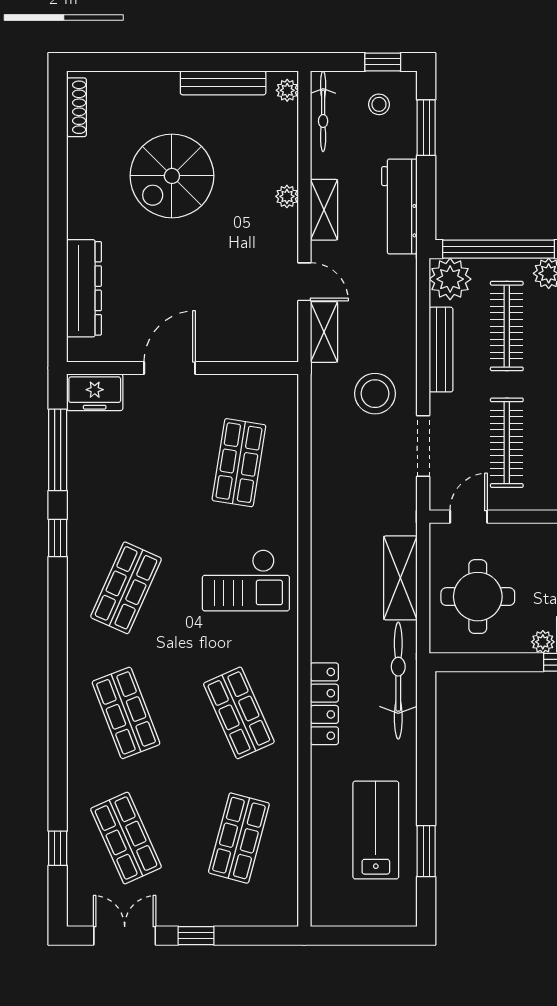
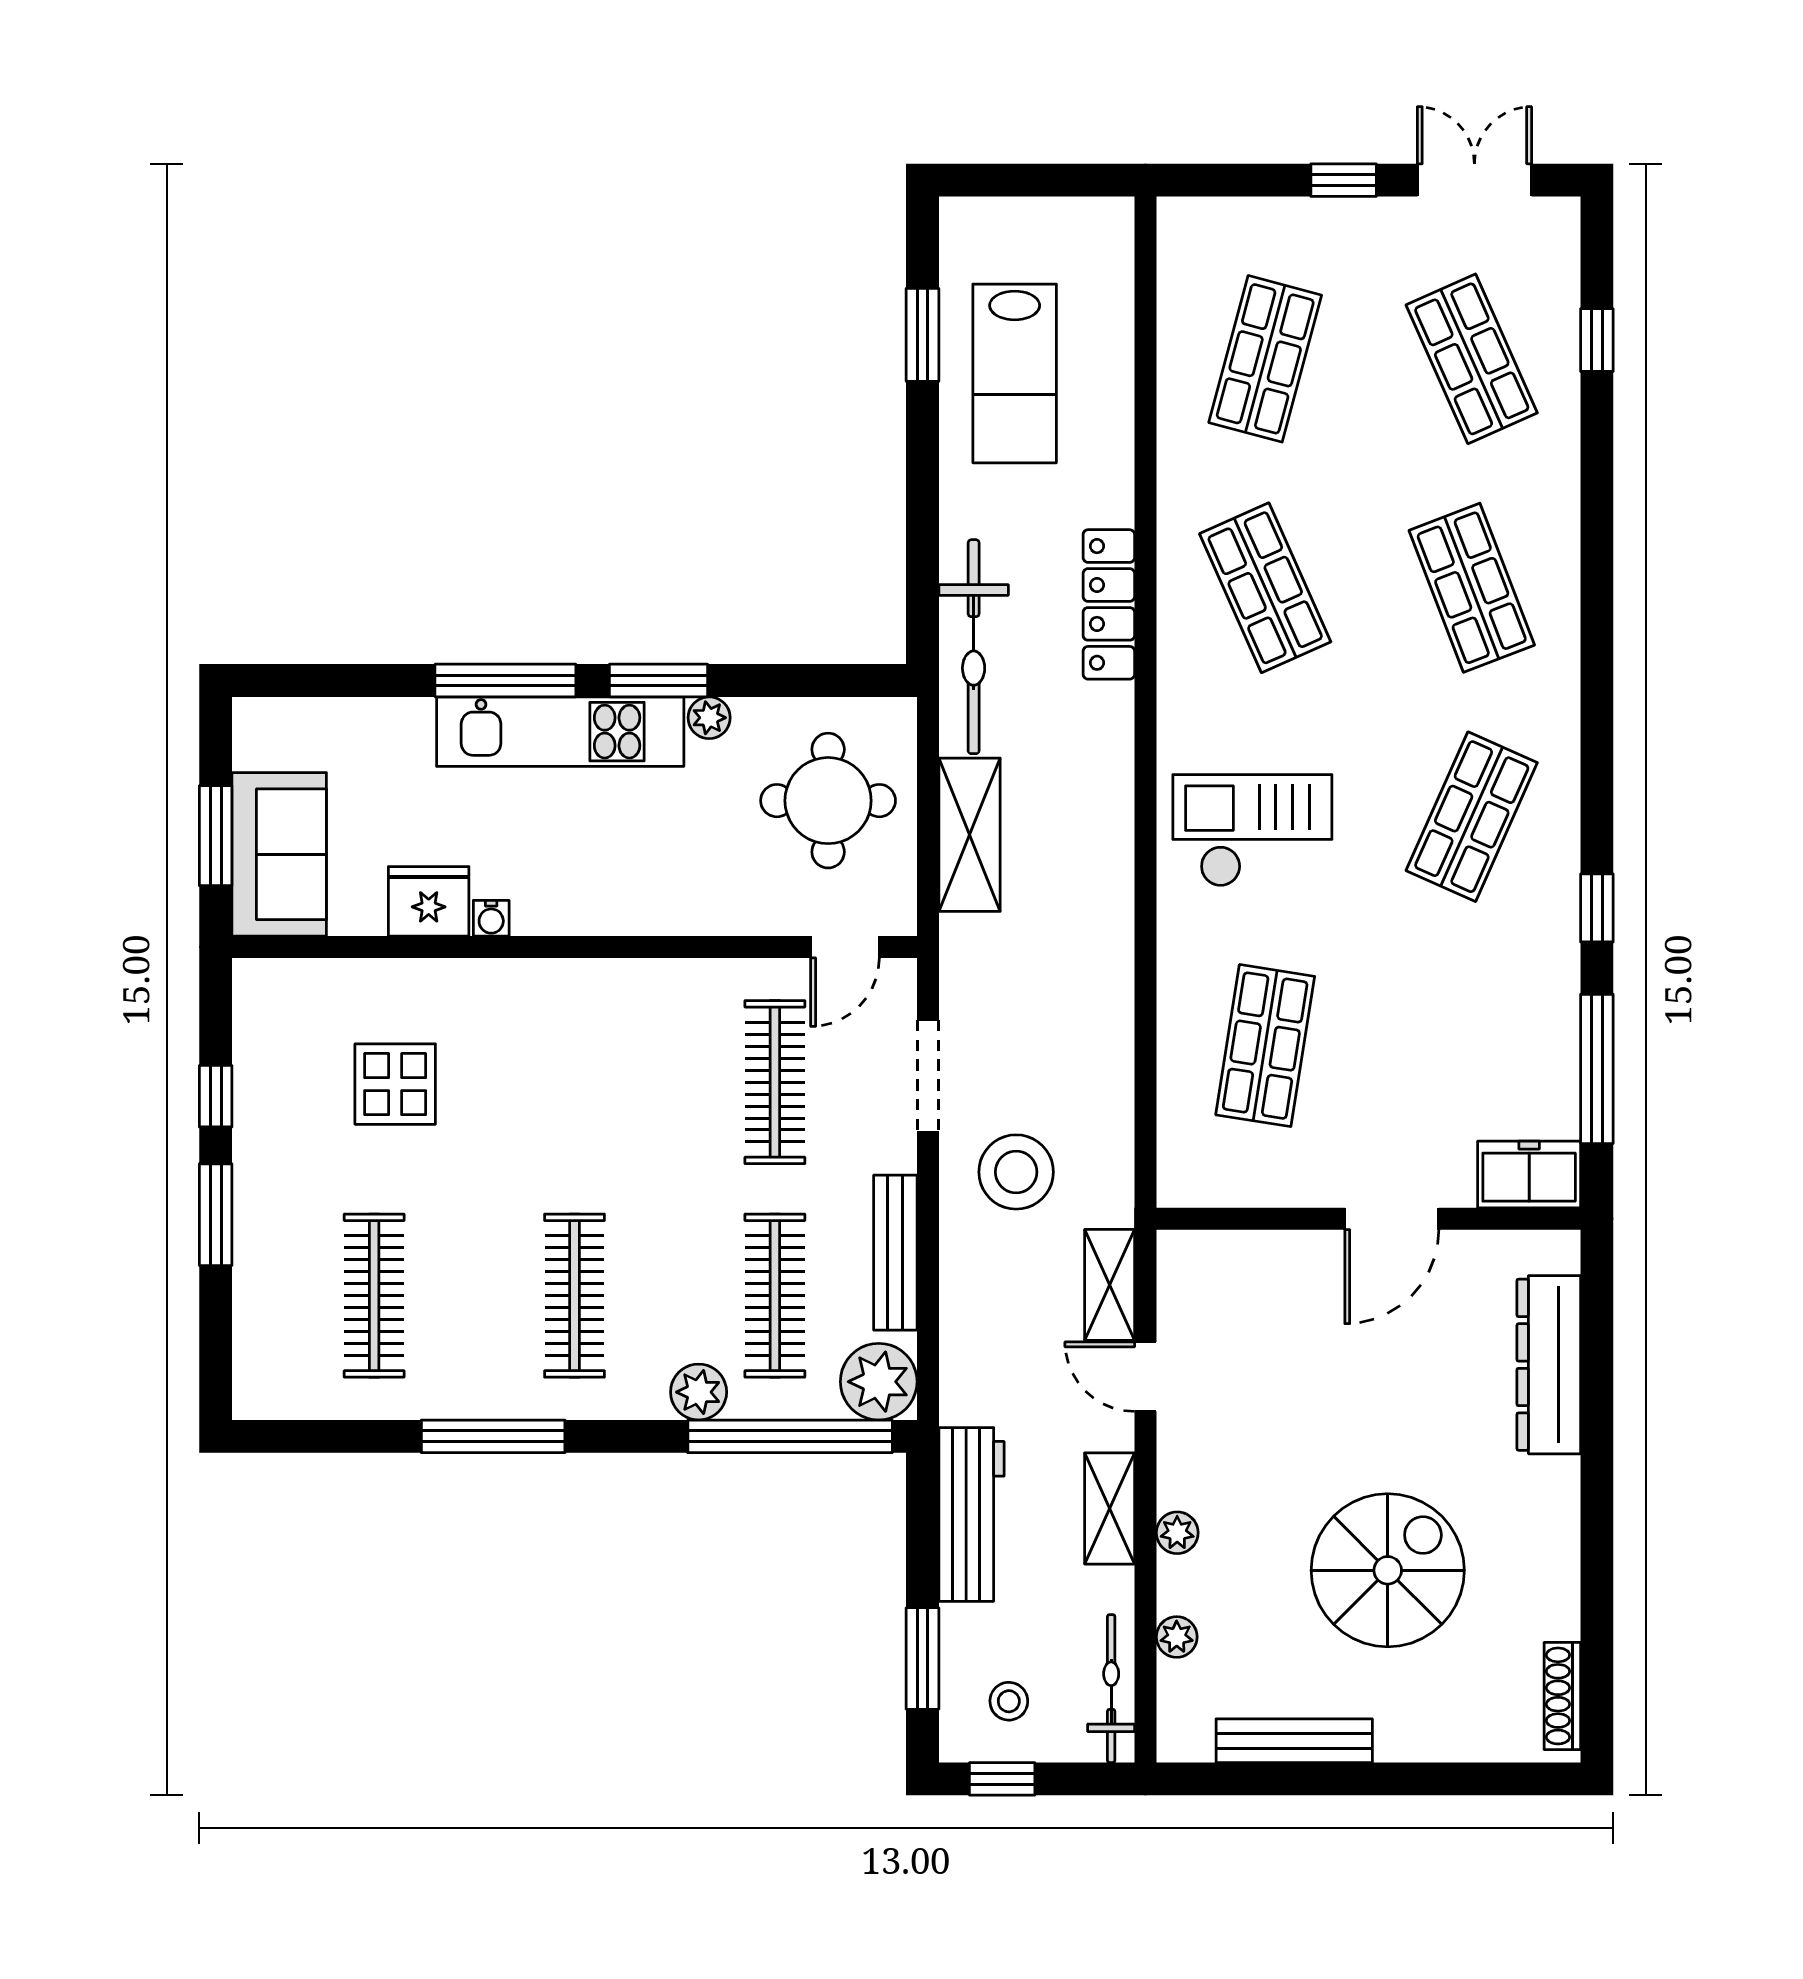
plant: (287, 90) -> (1177, 1637), moved
double door: (125, 936) -> (1474, 180), swing flipped

